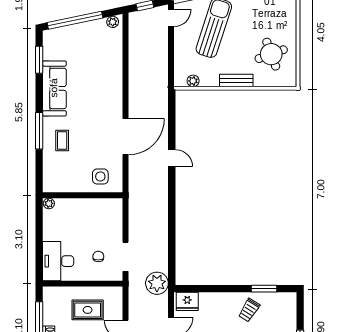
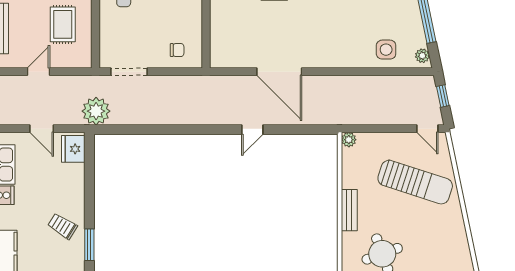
plant: (193, 81) -> (349, 140), moved
side table: (100, 176) -> (386, 50), moved
chair: (98, 256) -> (177, 50), moved

